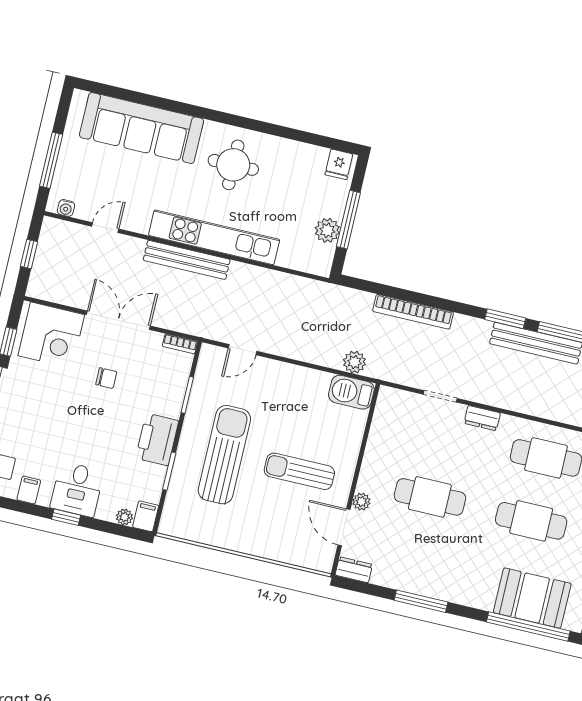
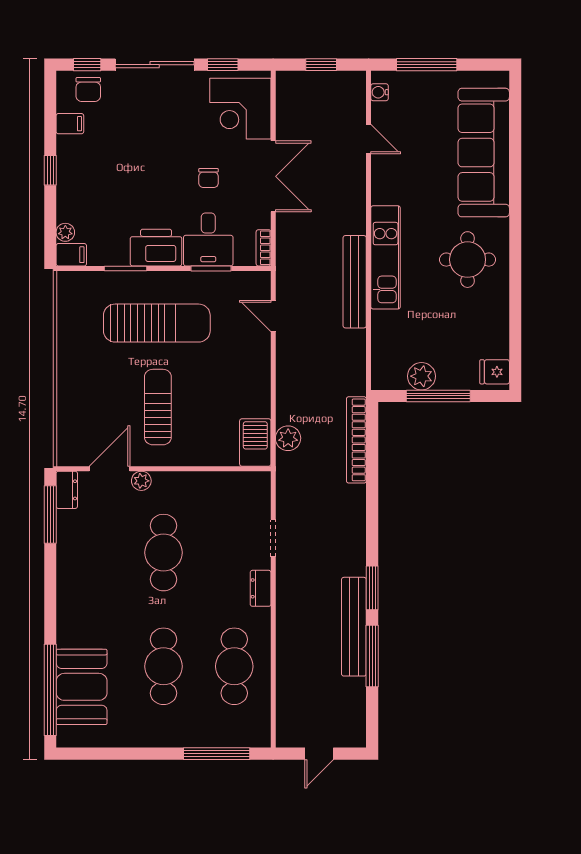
kitchen unit: (214, 237) -> (386, 257), width x0.73
bench: (187, 260) -> (355, 282), moved
bookcase: (413, 312) -> (356, 440), moved
desk: (77, 489) -> (208, 239), moved, turned -90
window: (421, 601) -> (50, 515), moved

